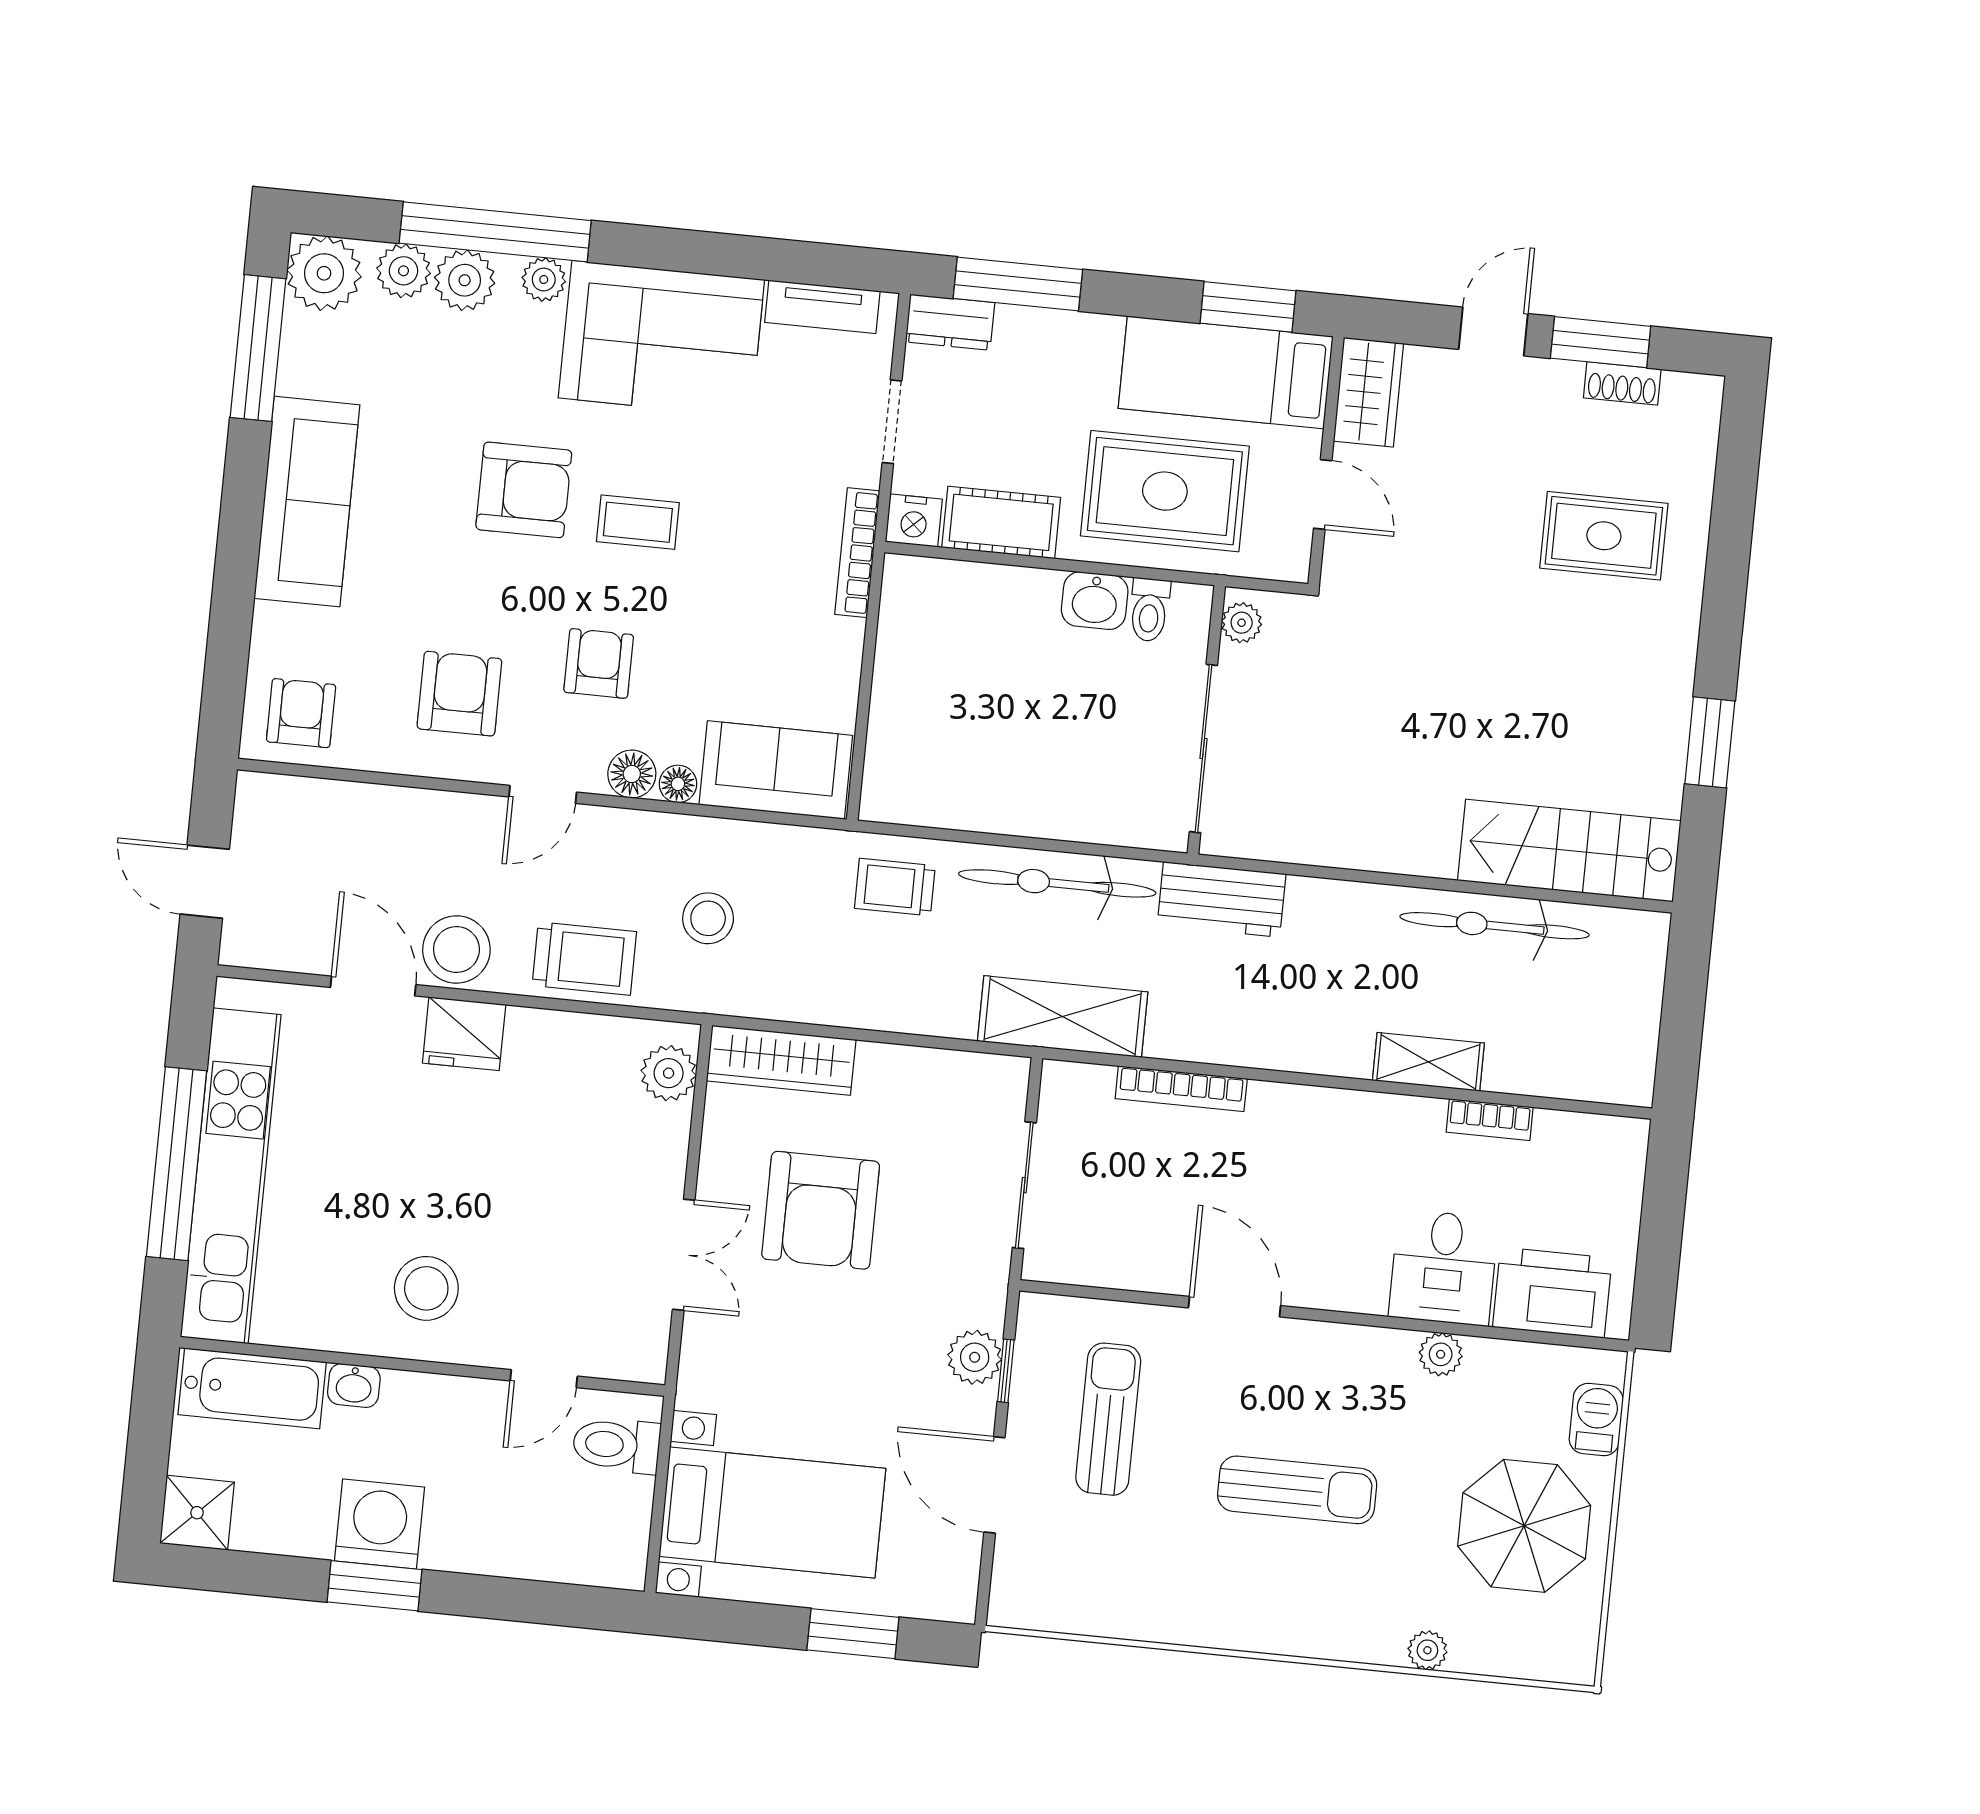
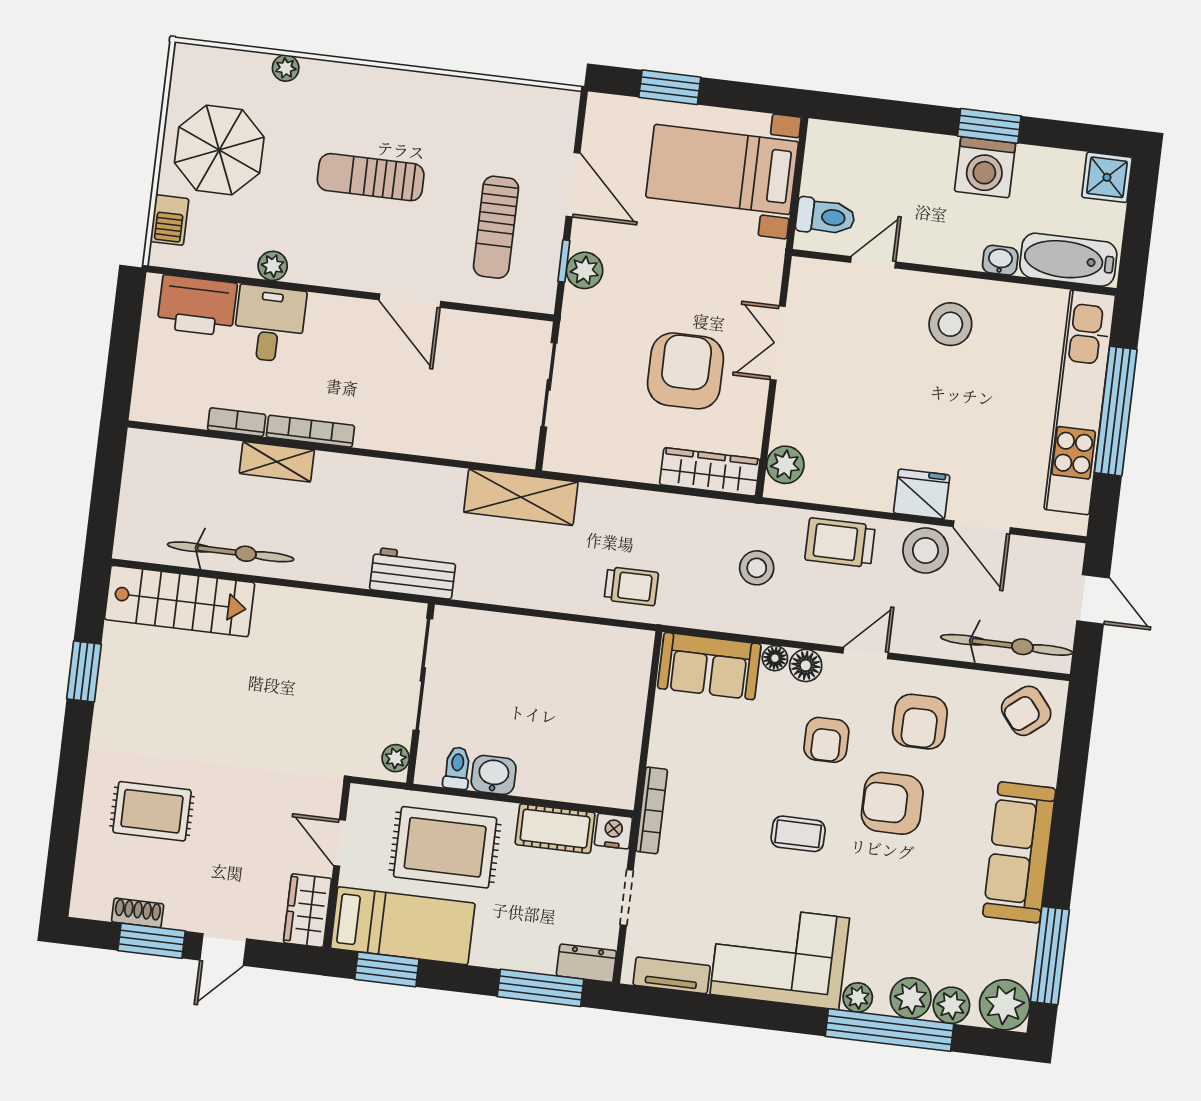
armchair: (524, 490) -> (892, 803), moved
armchair: (301, 713) -> (1026, 711), turned 51
bicycle: (1057, 883) -> (1007, 645), moved
bookcase: (1181, 1089) -> (310, 431), moved

